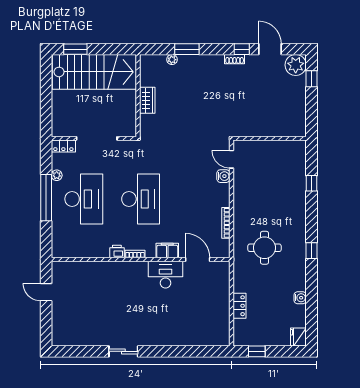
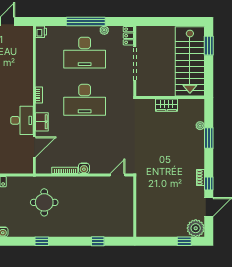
water cooler: (223, 176) -> (84, 168), moved
printer: (117, 252) -> (41, 32), moved

